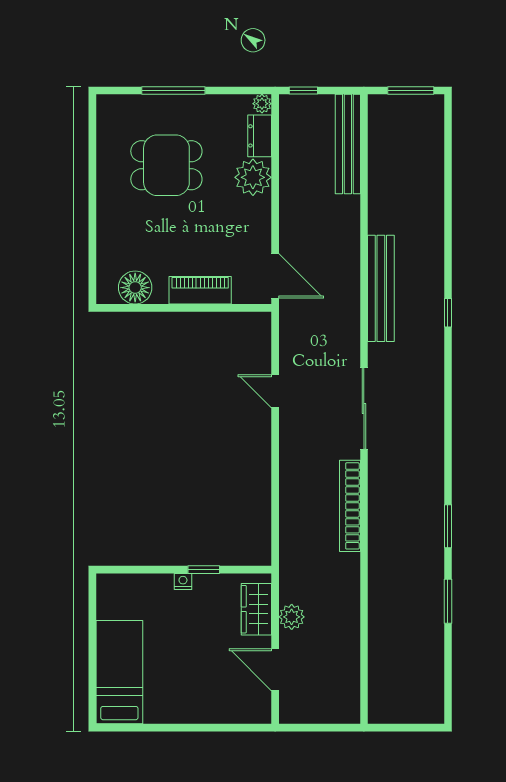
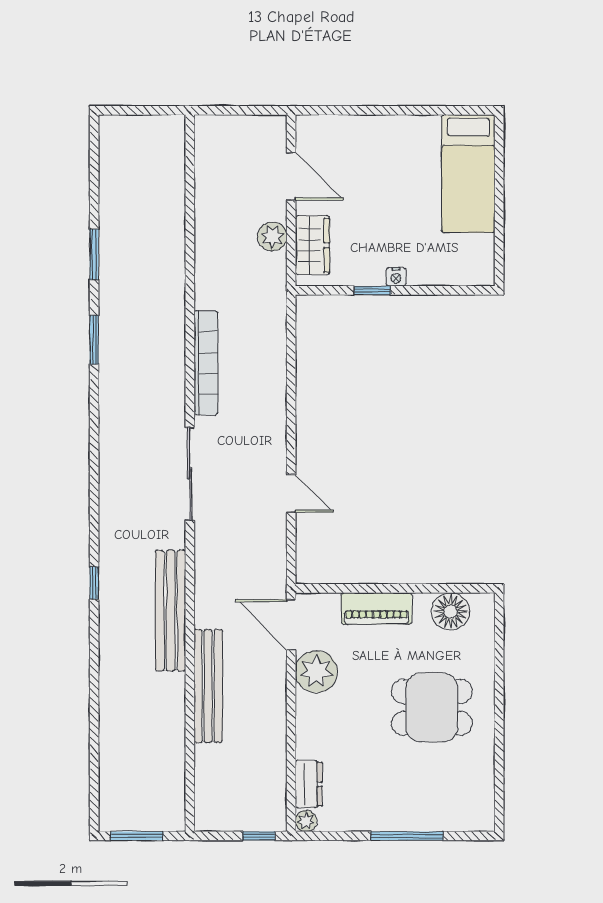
bench: (348, 144) -> (208, 686), moved
dining table: (166, 165) -> (432, 707), moved
plant: (253, 177) -> (316, 672), moved

